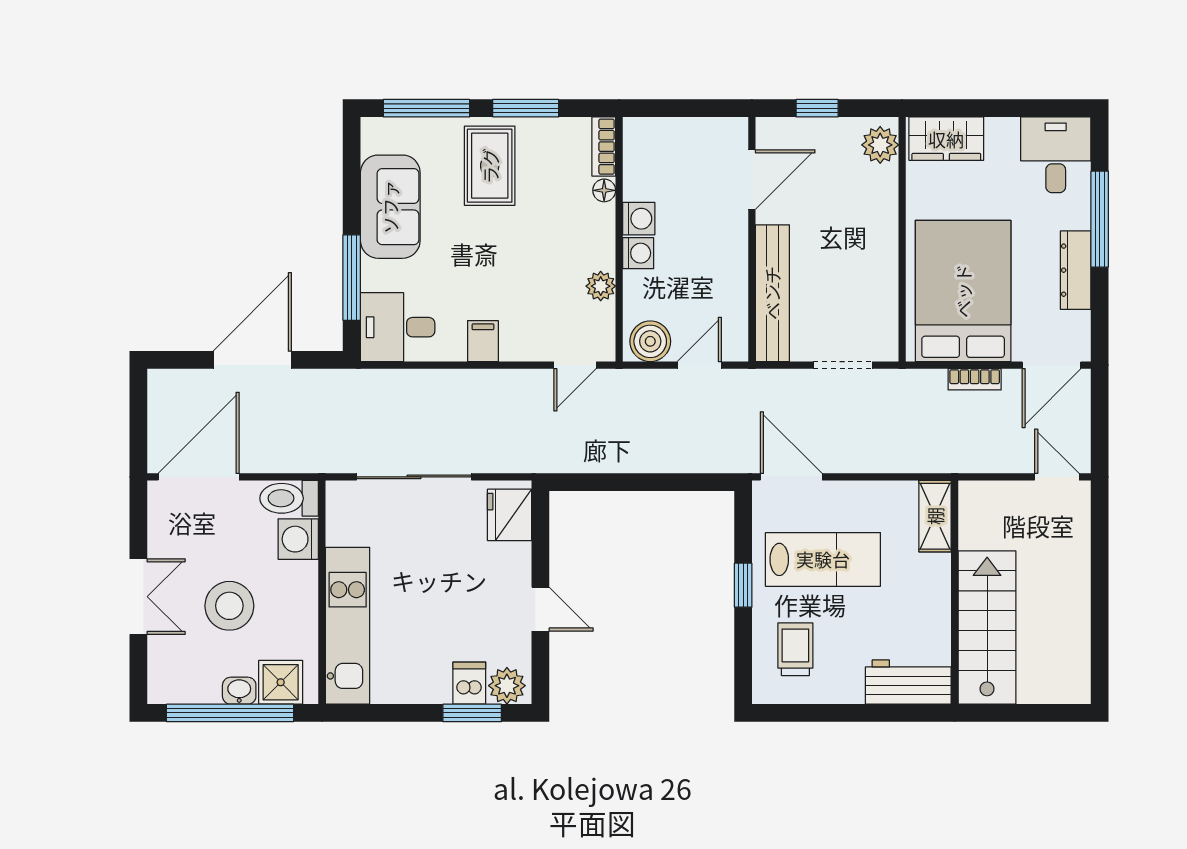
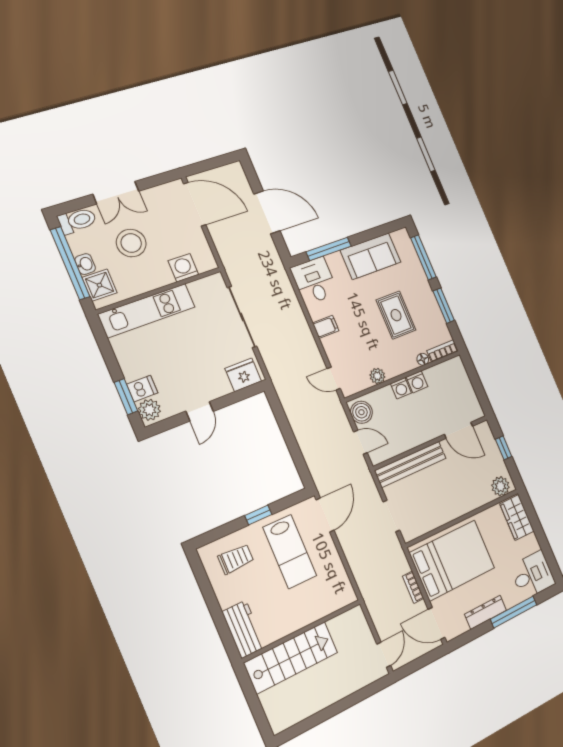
rug: (490, 166) -> (396, 315), moved, turned 90
toilet: (289, 498) -> (77, 221), moved, turned 90
shelving: (935, 516) -> (337, 601), removed

